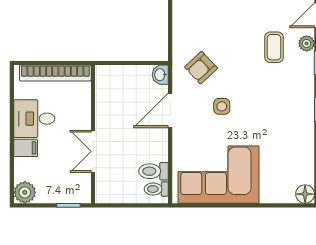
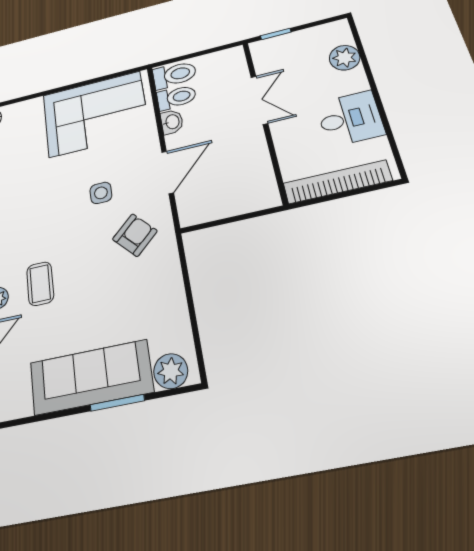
washbasin: (160, 75) -> (172, 122), moved
filing cabinet: (26, 148) -> (351, 82), removed
toilet: (156, 189) -> (175, 75), width x1.37, depth x1.39
plant: (25, 192) -> (345, 58), moved

